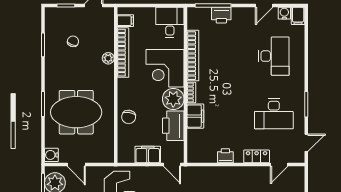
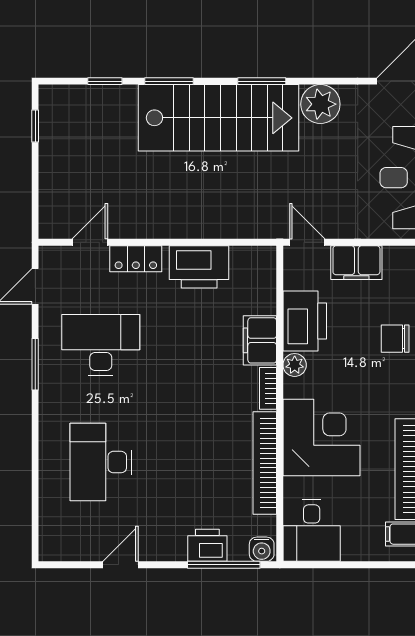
water cooler: (284, 13) -> (262, 549), moved
filing cabinet: (298, 16) -> (52, 544), removed
plant: (173, 99) -> (295, 365), width x0.53, depth x0.53
chair: (129, 117) -> (395, 339), turned -99
printer: (225, 156) -> (199, 267), width x1.87, depth x1.48

